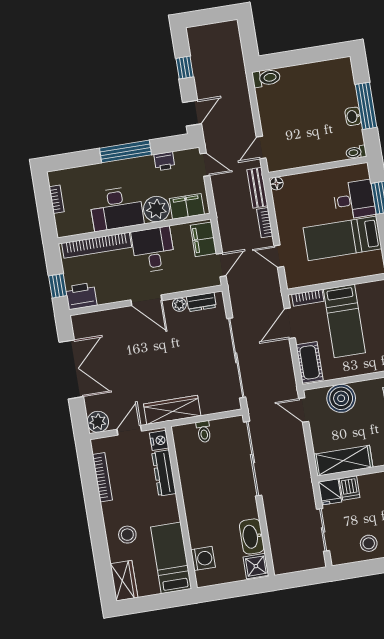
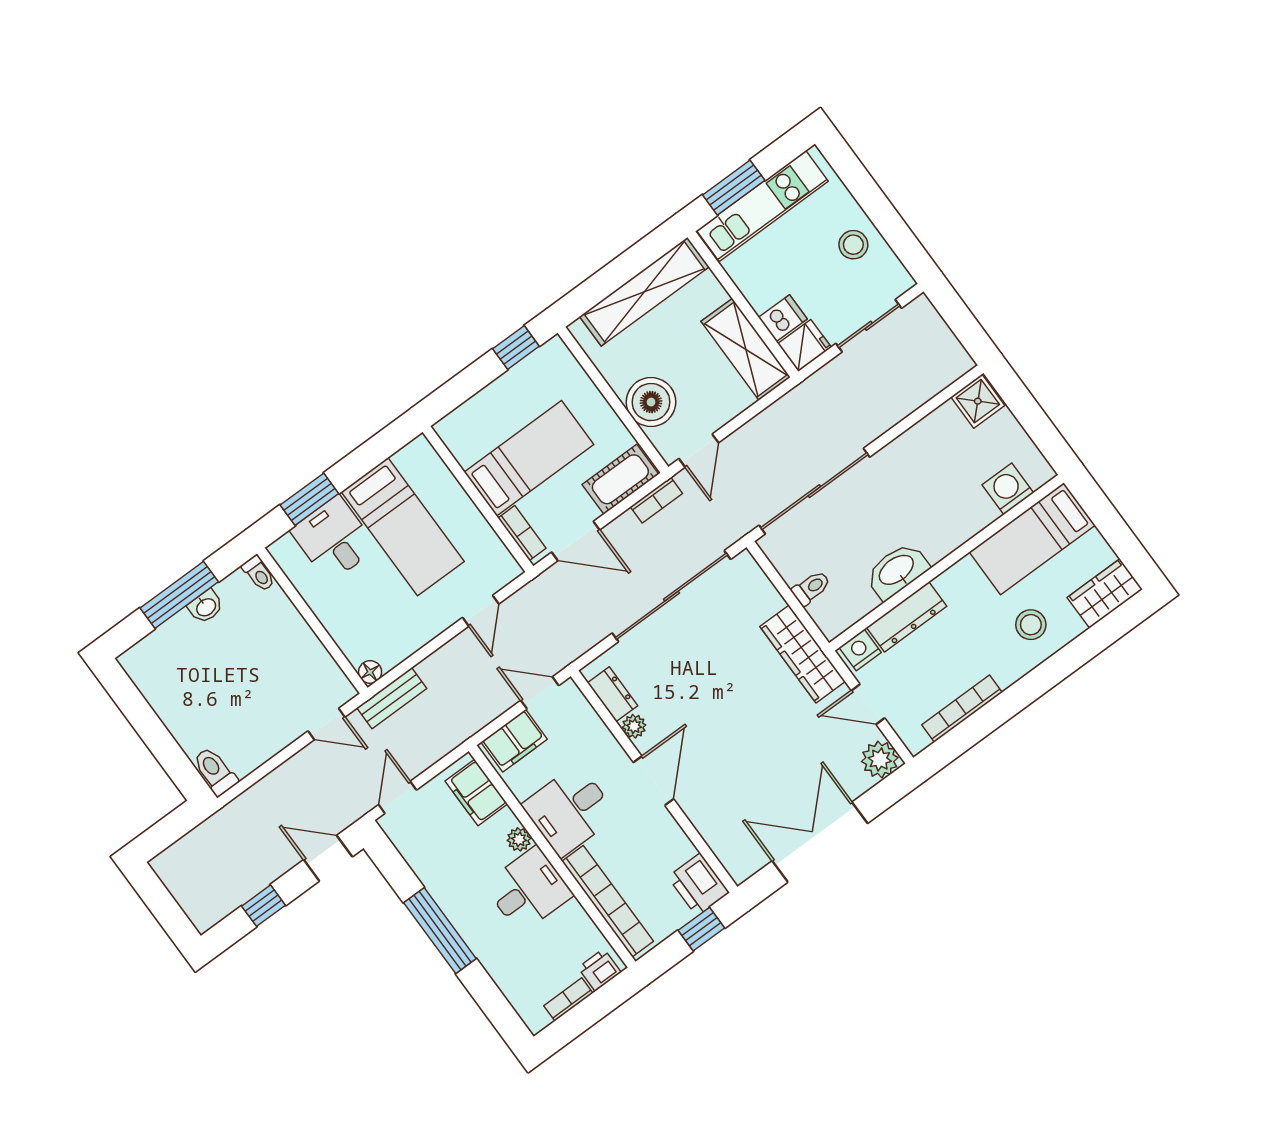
printer: (164, 161) -> (599, 970), moved, turned -90
desk: (116, 209) -> (528, 890), width x0.73
plant: (156, 209) -> (519, 839), width x0.53, depth x0.53
bookcase: (265, 223) -> (656, 500), moved
washbasin: (252, 536) -> (897, 571), moved, turned 180

